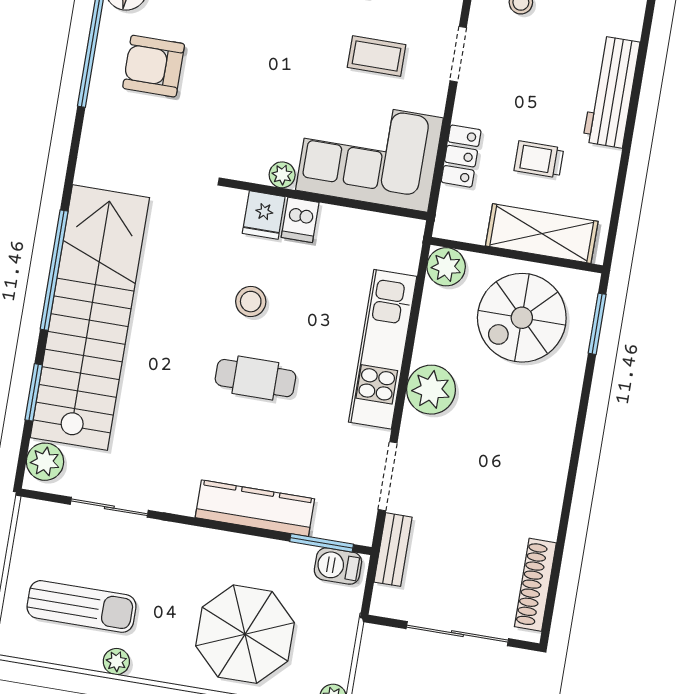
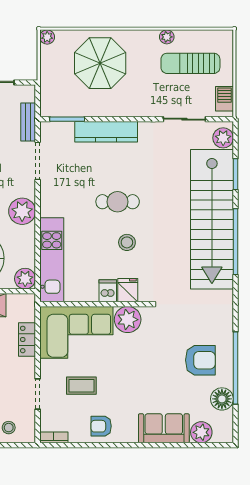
plant: (282, 175) -> (128, 320), width x1.87, depth x1.87
kitchen unit: (383, 349) -> (52, 260), moved
barbecue: (338, 566) -> (224, 99), moved, turned -90

